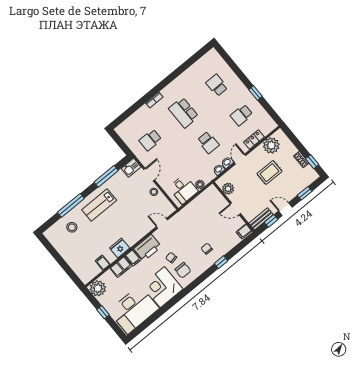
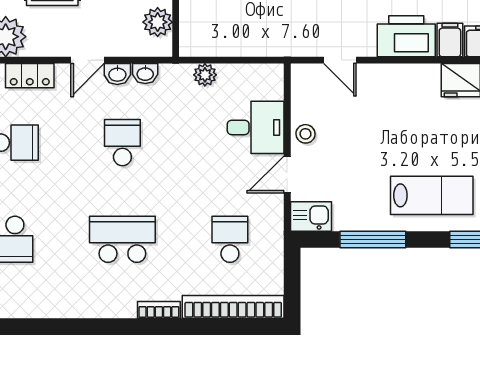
school desk: (184, 113) -> (122, 239), turned -90
bookcase: (132, 120) -> (233, 307), added
school desk: (150, 140) -> (230, 239), turned -90
desk: (183, 189) -> (256, 127), moved, turned 90

